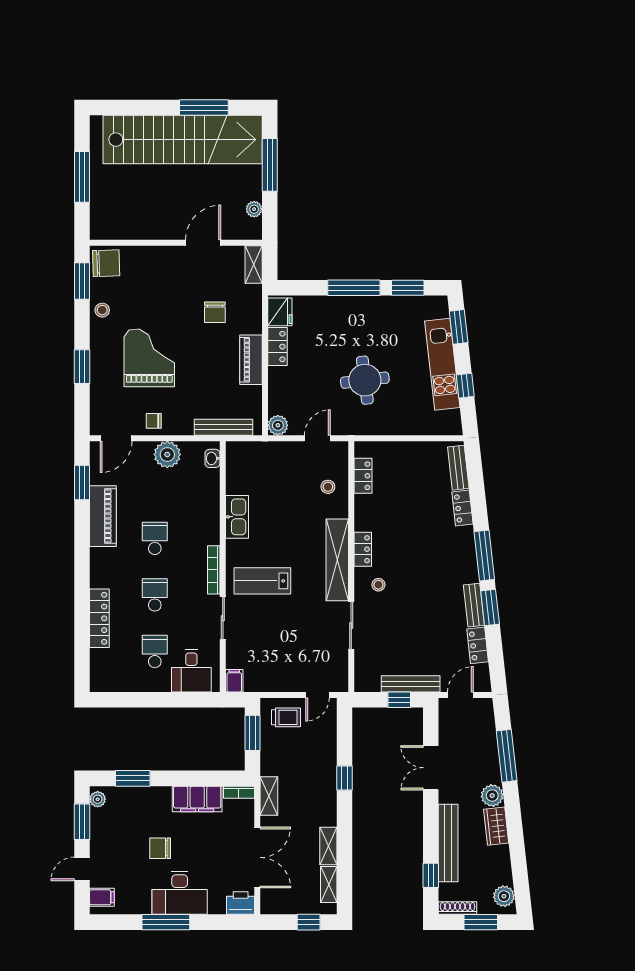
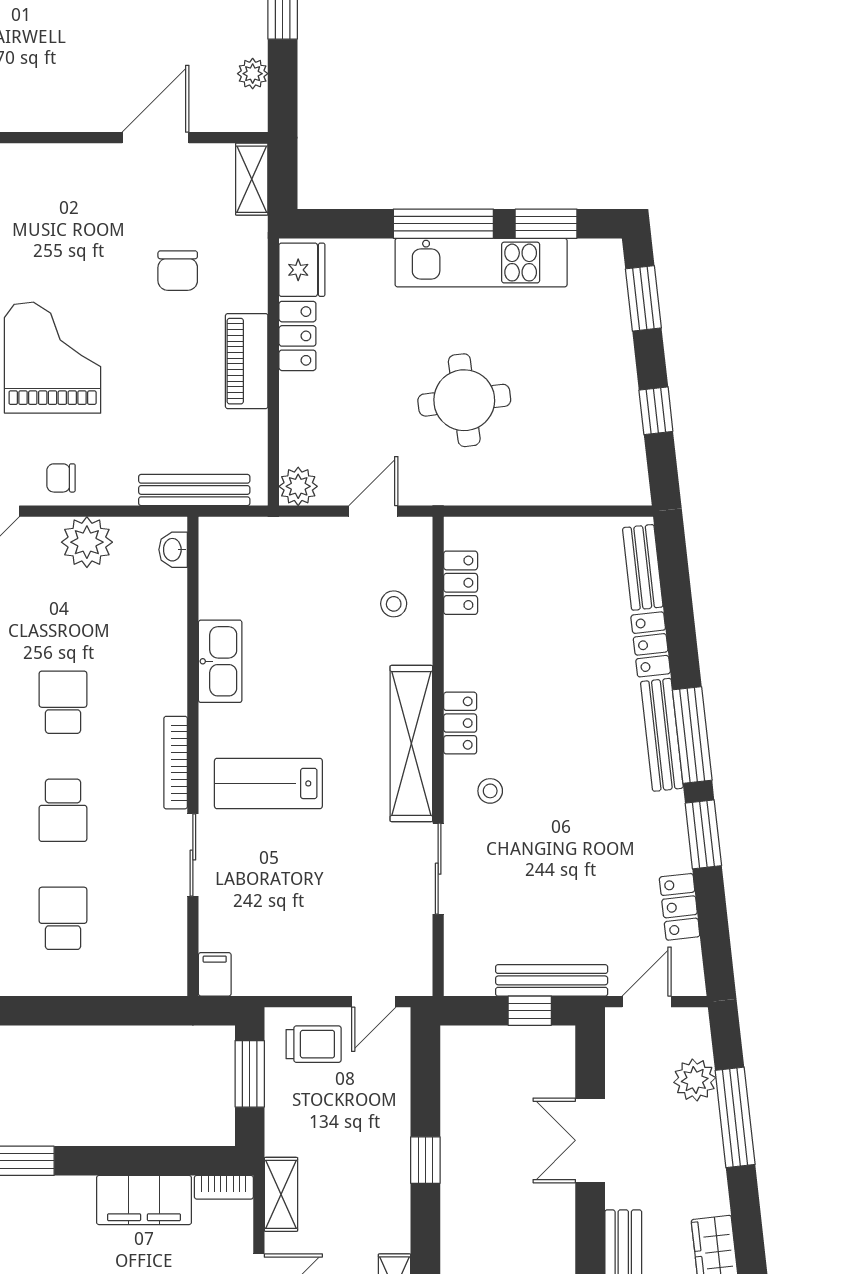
kitchen unit: (442, 364) -> (481, 263), moved, turned -84
school desk: (155, 595) -> (63, 810), turned 180
bench: (474, 605) -> (662, 735), moved, width x1.36
desk: (191, 671) -> (133, 955), removed
plant: (492, 796) -> (695, 1080), moved

